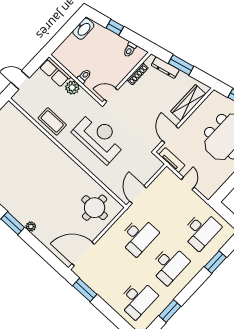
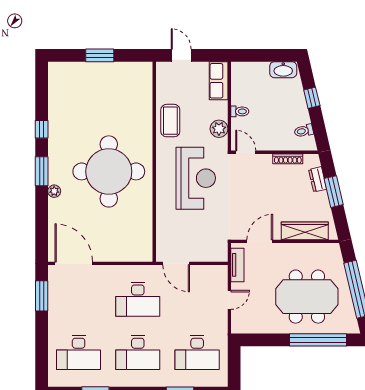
dresser: (165, 68) -> (318, 179), width x0.70
plant: (72, 88) -> (219, 129), moved
door: (138, 195) -> (176, 263), swing flipped
round table: (95, 208) -> (109, 171), moved, width x1.86, depth x1.86

